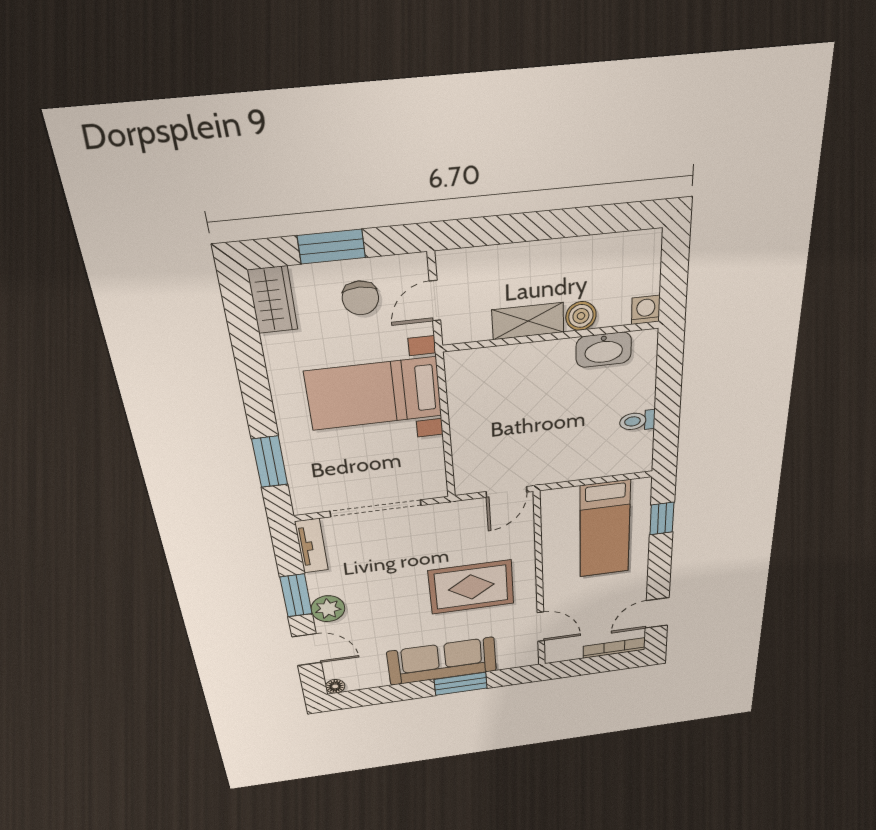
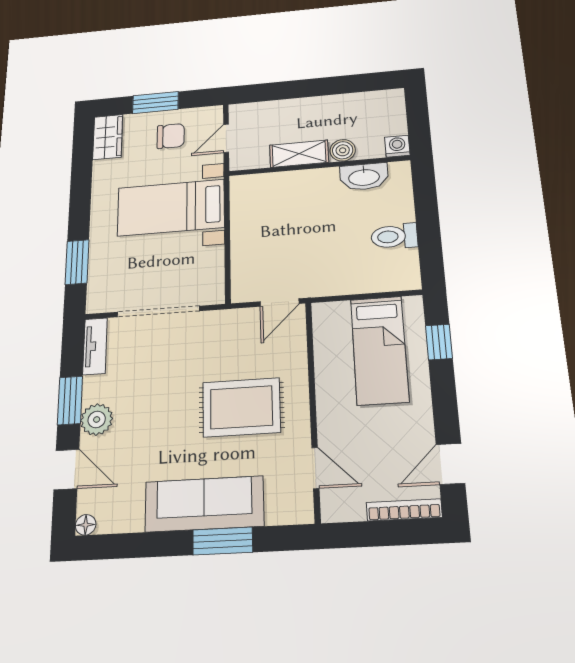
chair: (360, 298) -> (171, 136), turned -90
toilet: (637, 421) -> (394, 236), width x1.37, depth x1.39

